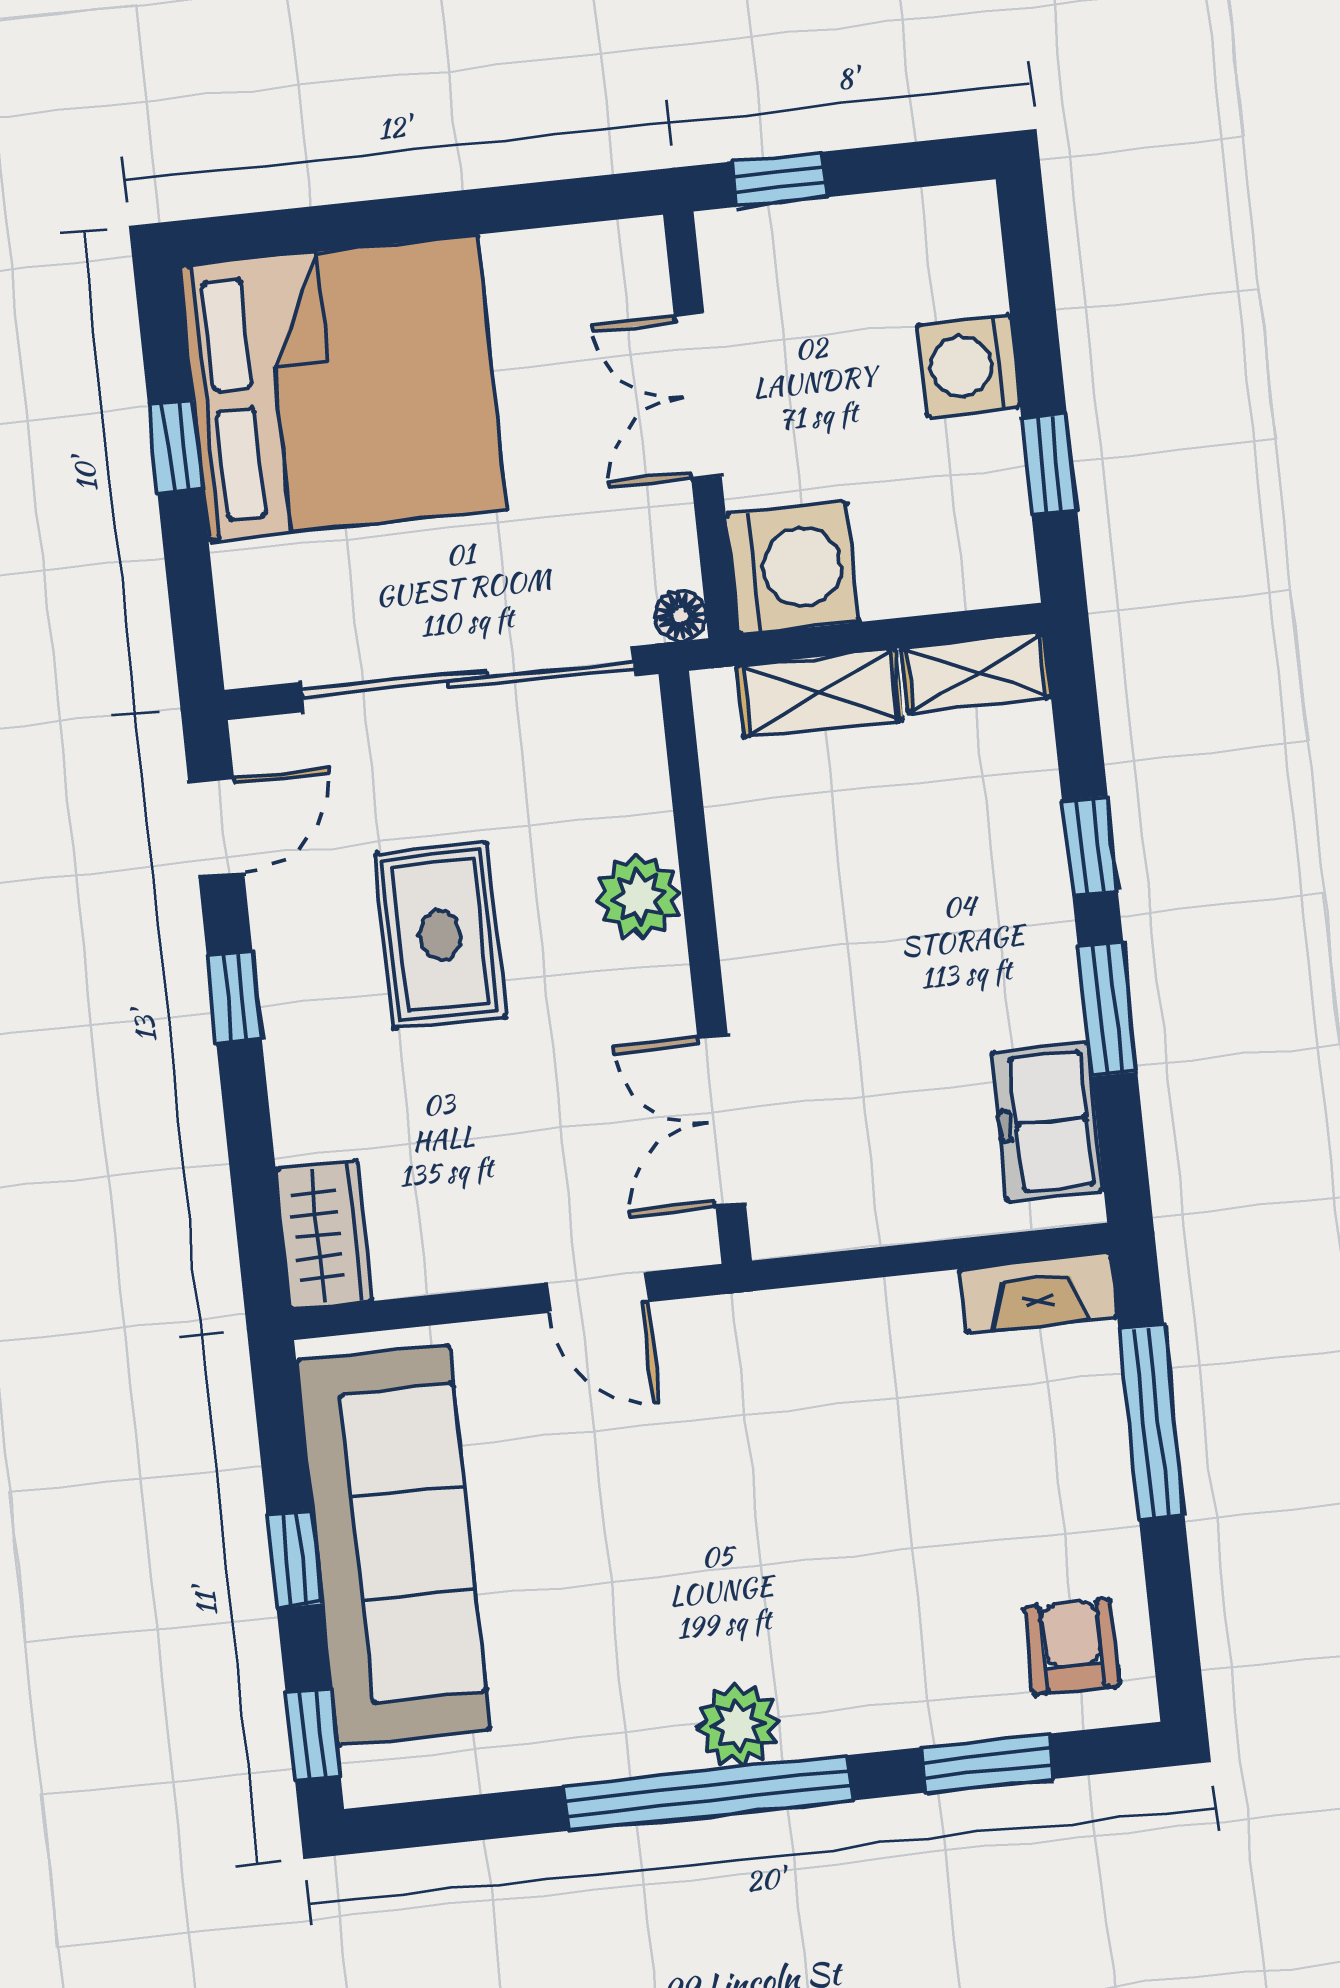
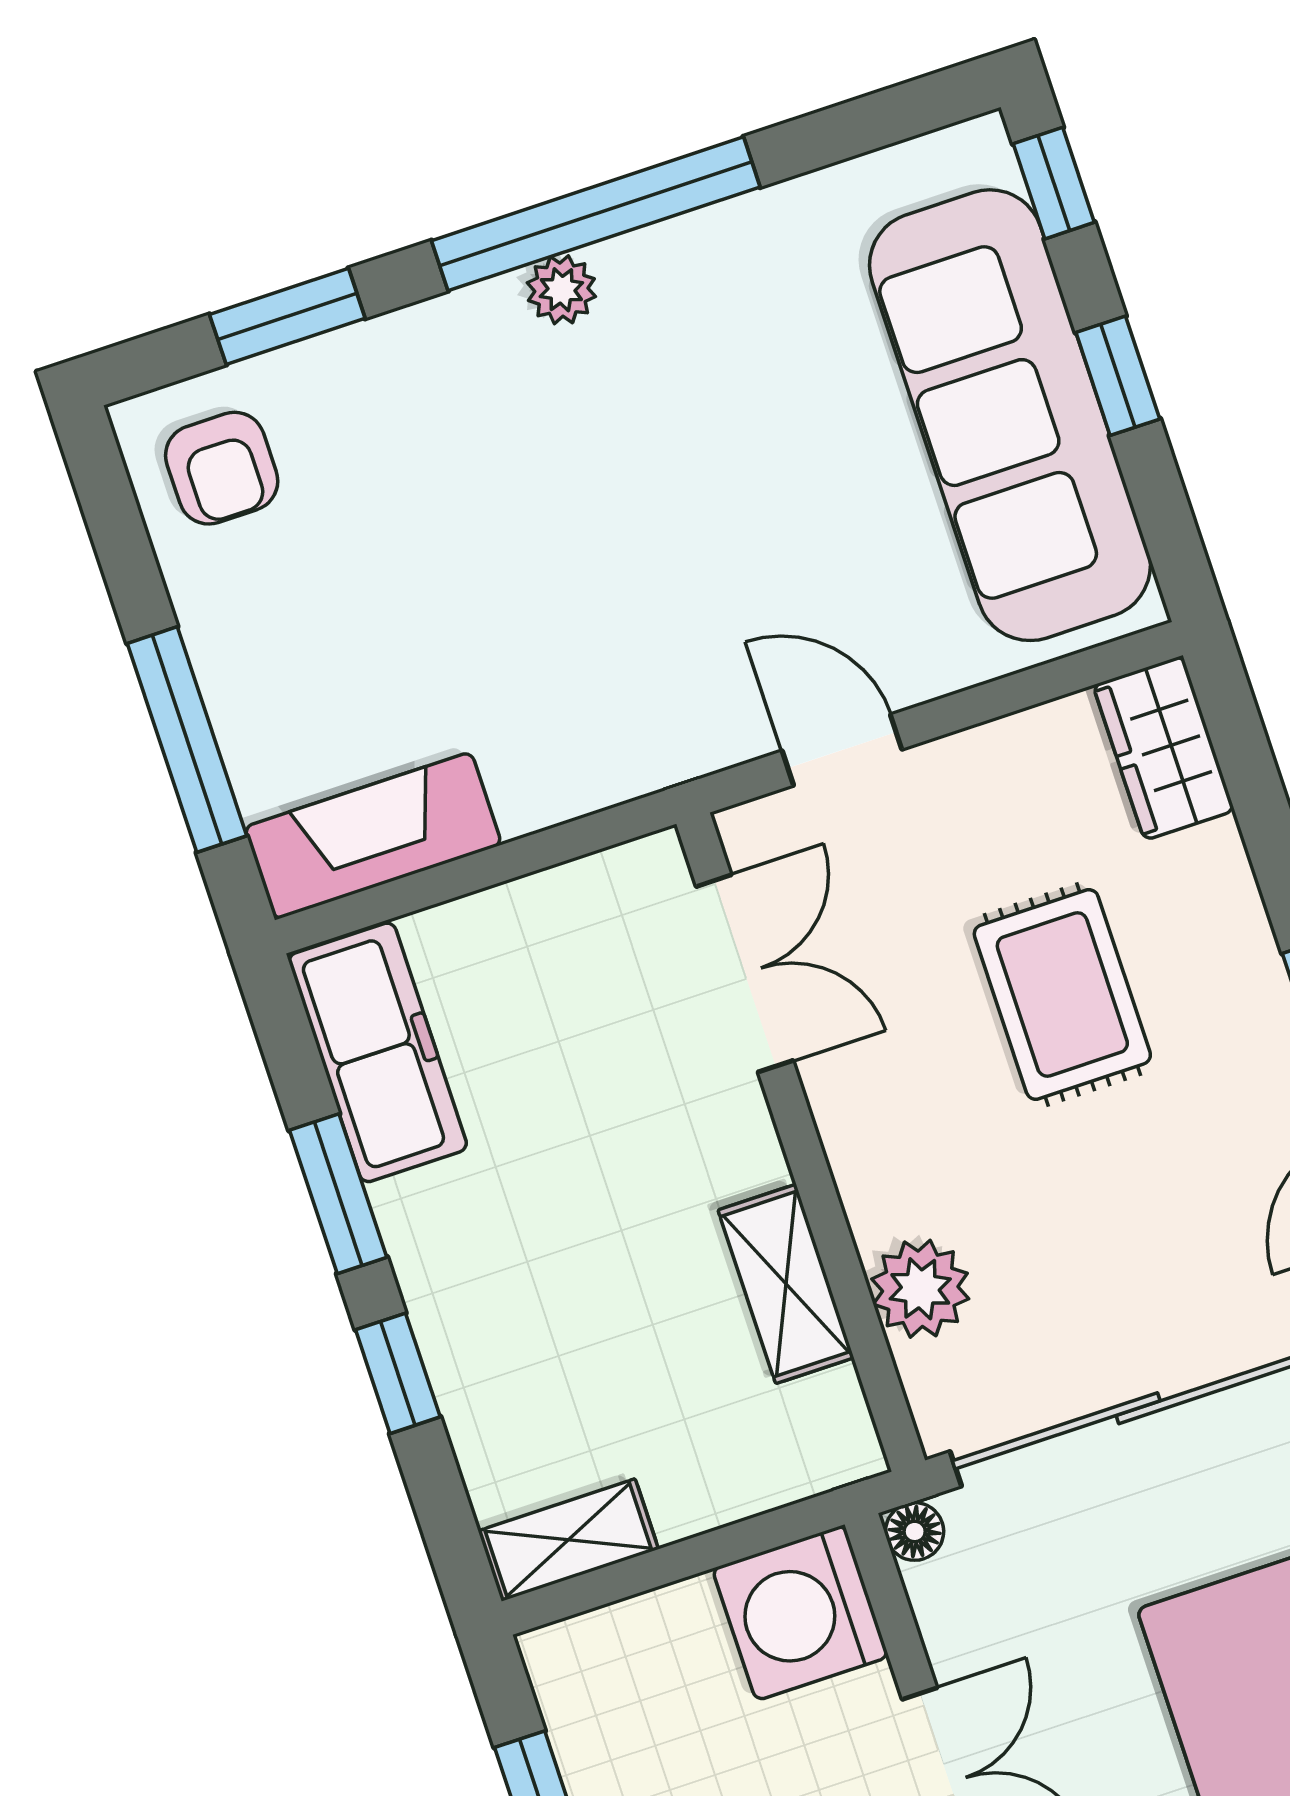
shelving: (820, 693) -> (786, 1284), moved, turned 90
plant: (639, 896) -> (920, 1289), moved
rug: (440, 935) -> (1062, 994), moved
freezer: (1048, 1122) -> (378, 1052), width x1.40
fireplace: (1038, 1293) -> (373, 836), width x1.37, depth x1.32
plant: (738, 1725) -> (561, 290), width x0.73, depth x0.73

